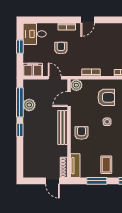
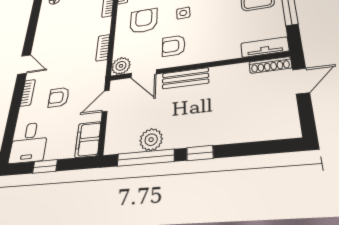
bench: (63, 127) -> (185, 78), width x0.73
armchair: (81, 133) -> (174, 46), moved

